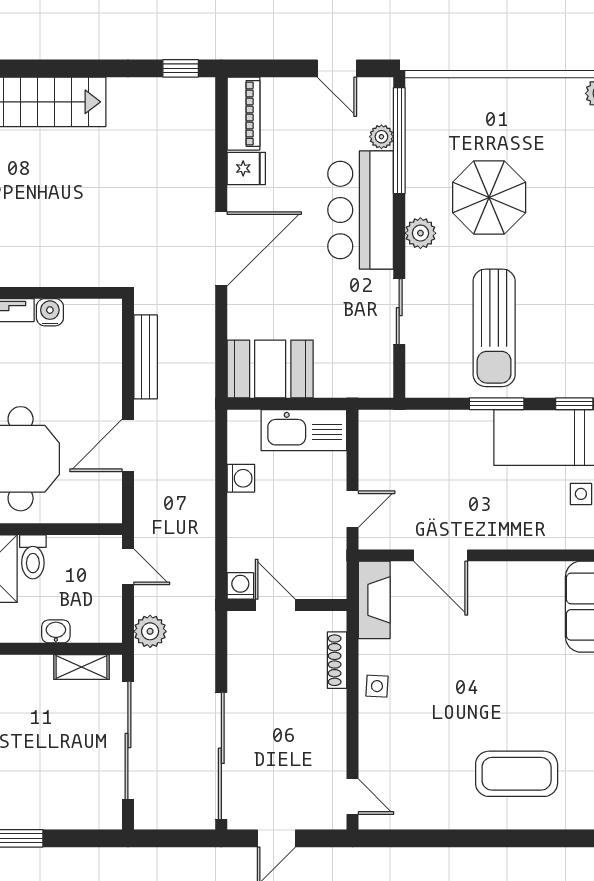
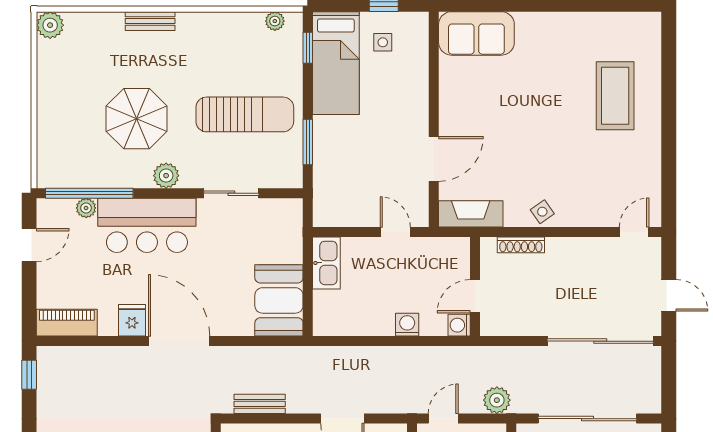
fridge: (246, 168) -> (132, 320), moved
bench: (146, 357) -> (260, 404), width x0.73
window: (497, 404) -> (308, 142), moved
kitchen sink: (304, 430) -> (326, 263), width x0.73, depth x0.81
washing machine: (241, 478) -> (407, 325), moved
side table: (377, 686) -> (542, 212), turned -38

